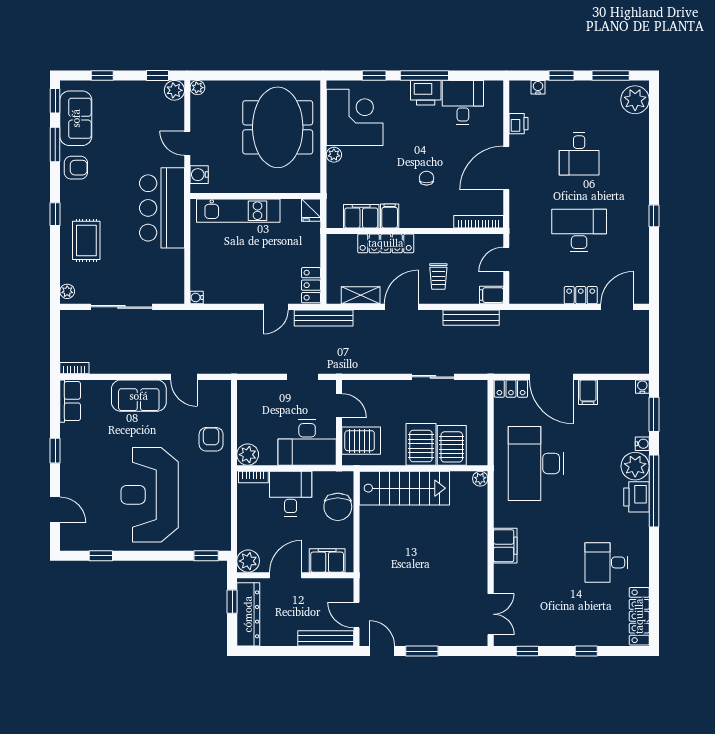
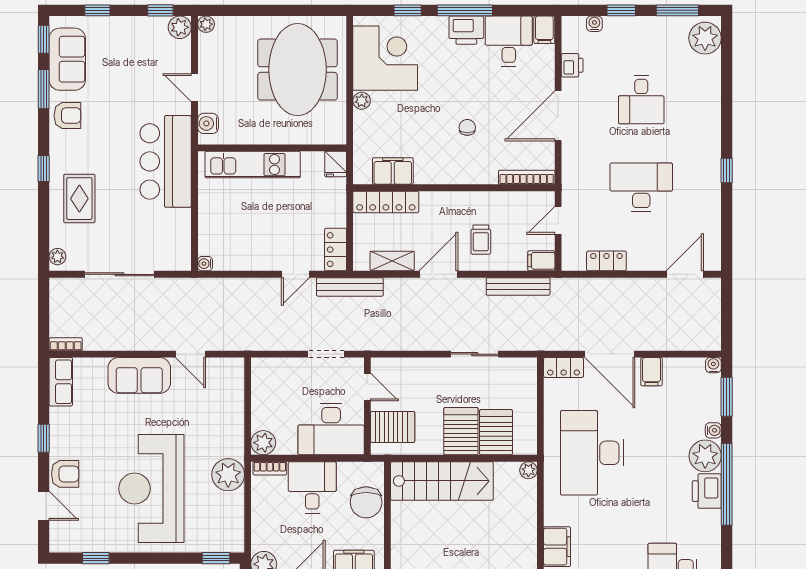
filing cabinet: (390, 216) -> (544, 30), moved, turned 180
locker: (386, 243) -> (386, 202), moved
locker: (581, 295) -> (606, 261), moved
armchair: (211, 439) -> (65, 474), moved, turned 90
plant: (217, 483) -> (228, 475), added

